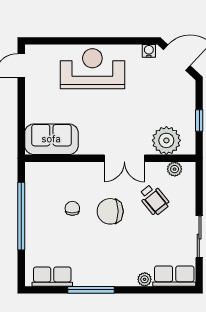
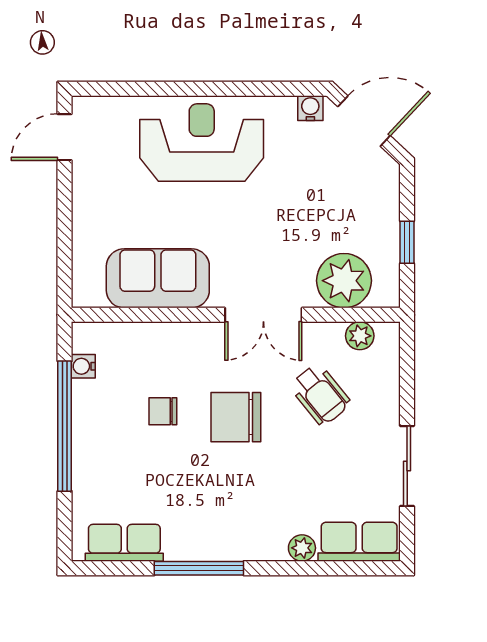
sofa: (51, 139) -> (158, 278), moved
water cooler: (31, 185) -> (83, 366), added
chair: (72, 208) -> (163, 411), turned -90

